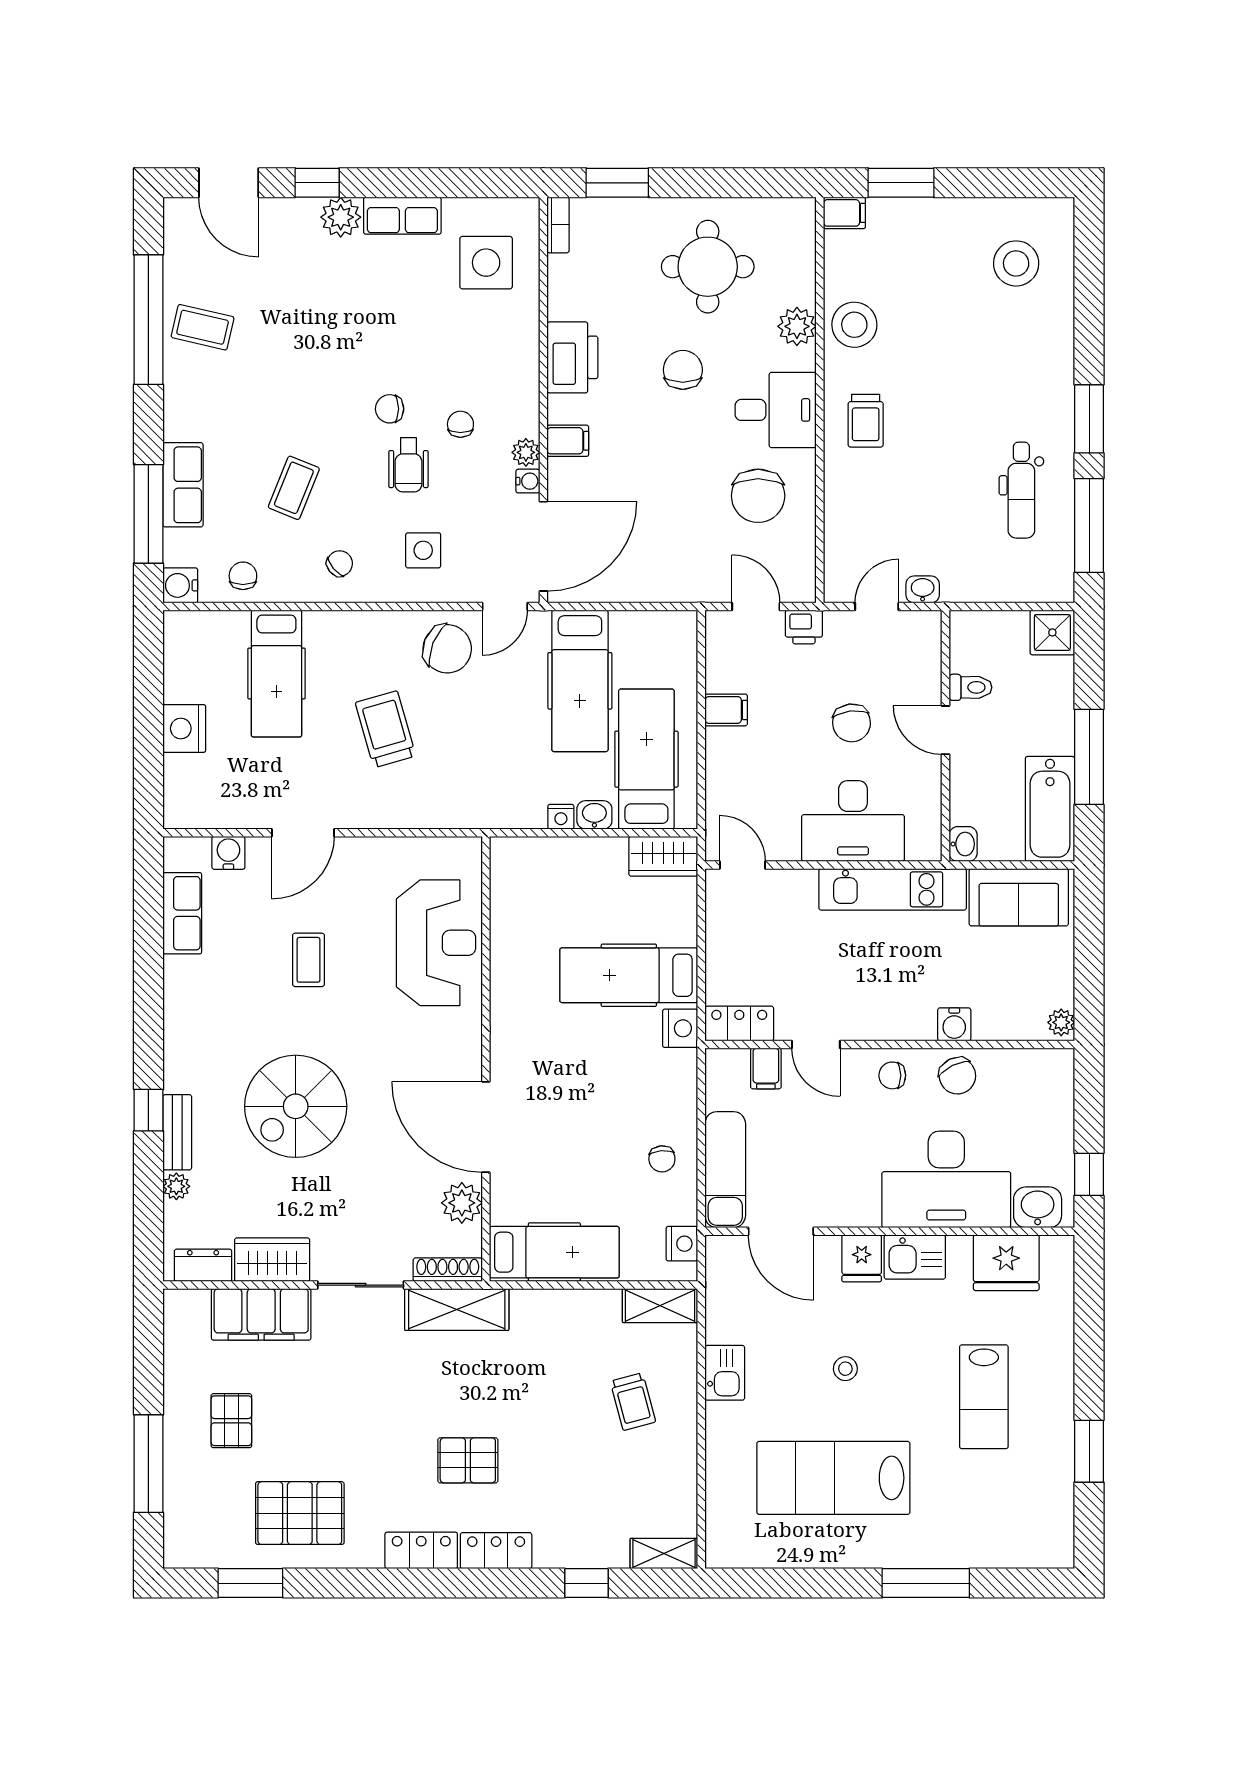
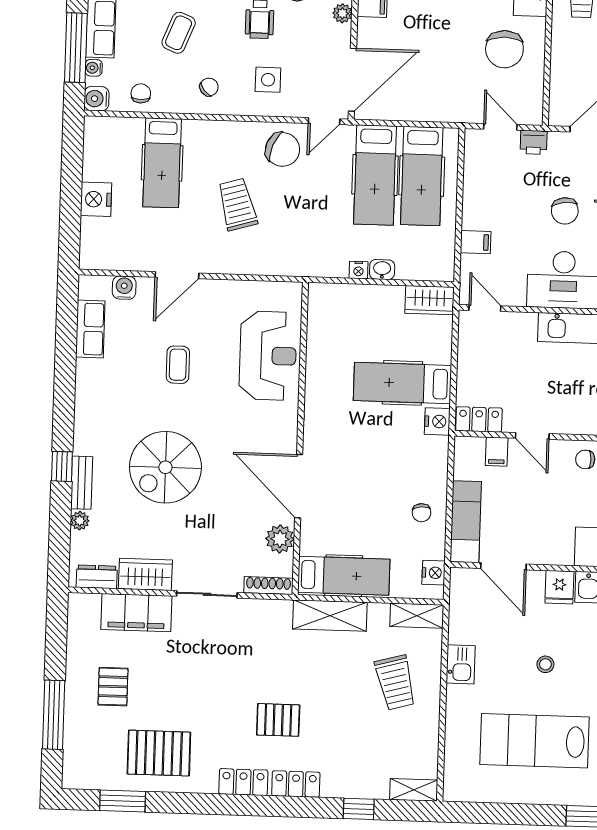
water cooler: (528, 481) -> (94, 68), moved, turned 180
filing cabinet: (726, 710) -> (476, 242), moved
hospital bed: (646, 759) -> (422, 176), moved, turned 180
shelving: (457, 1310) -> (330, 616), moved
trolley: (633, 1402) -> (395, 683), width x1.36, depth x1.39

